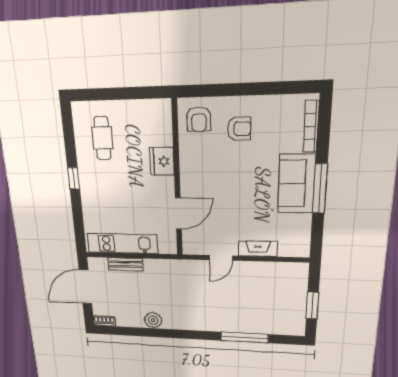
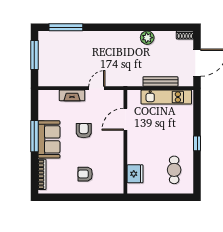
armchair: (199, 119) -> (84, 131), moved
fridge: (162, 161) -> (135, 174), moved
bench: (125, 264) -> (160, 81), width x1.36
window: (312, 306) -> (34, 55), width x1.44
window: (244, 337) -> (66, 27), moved

